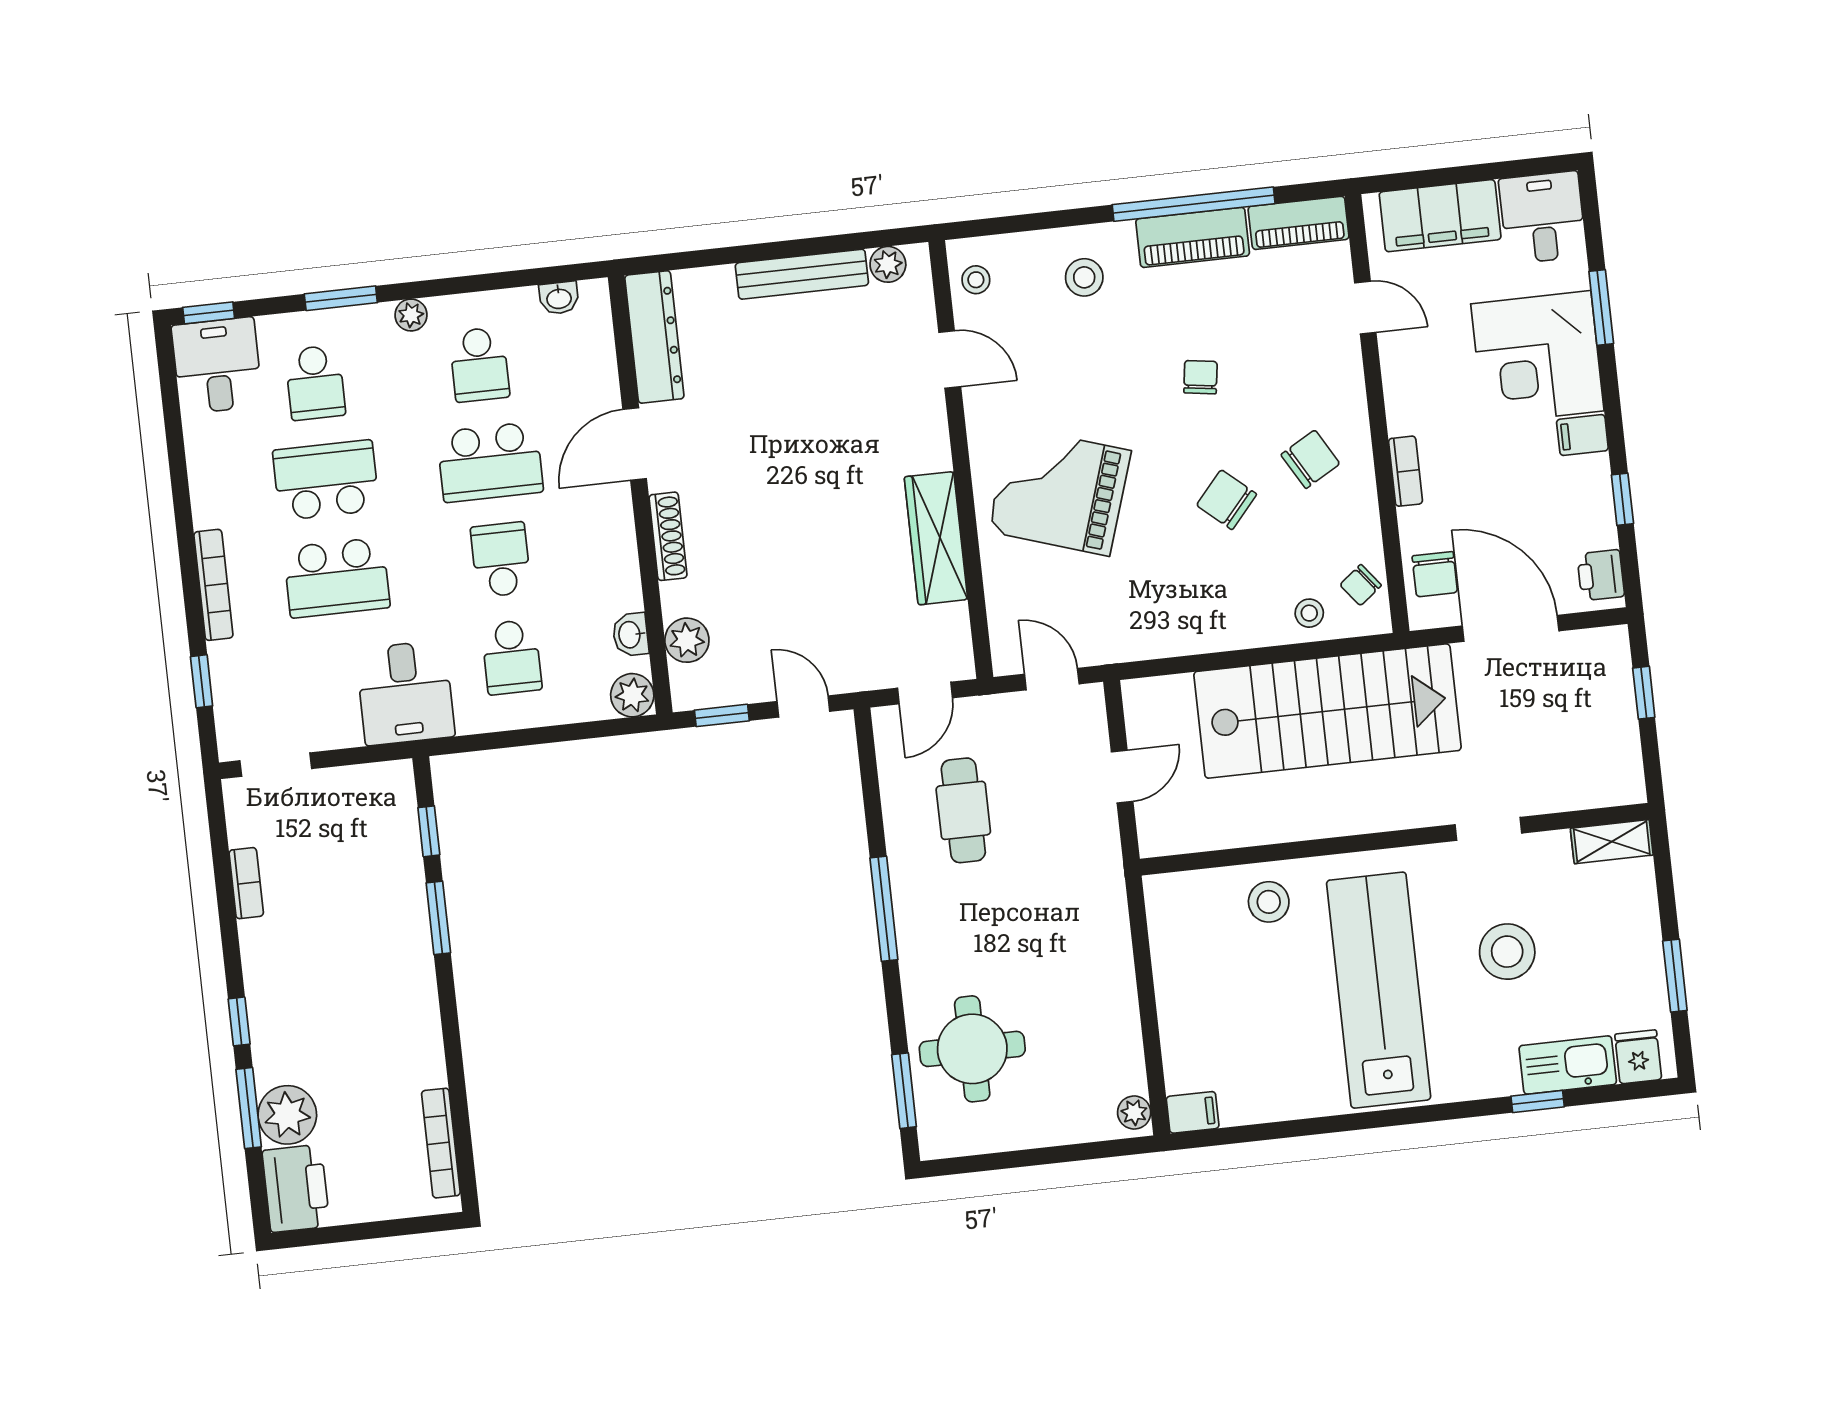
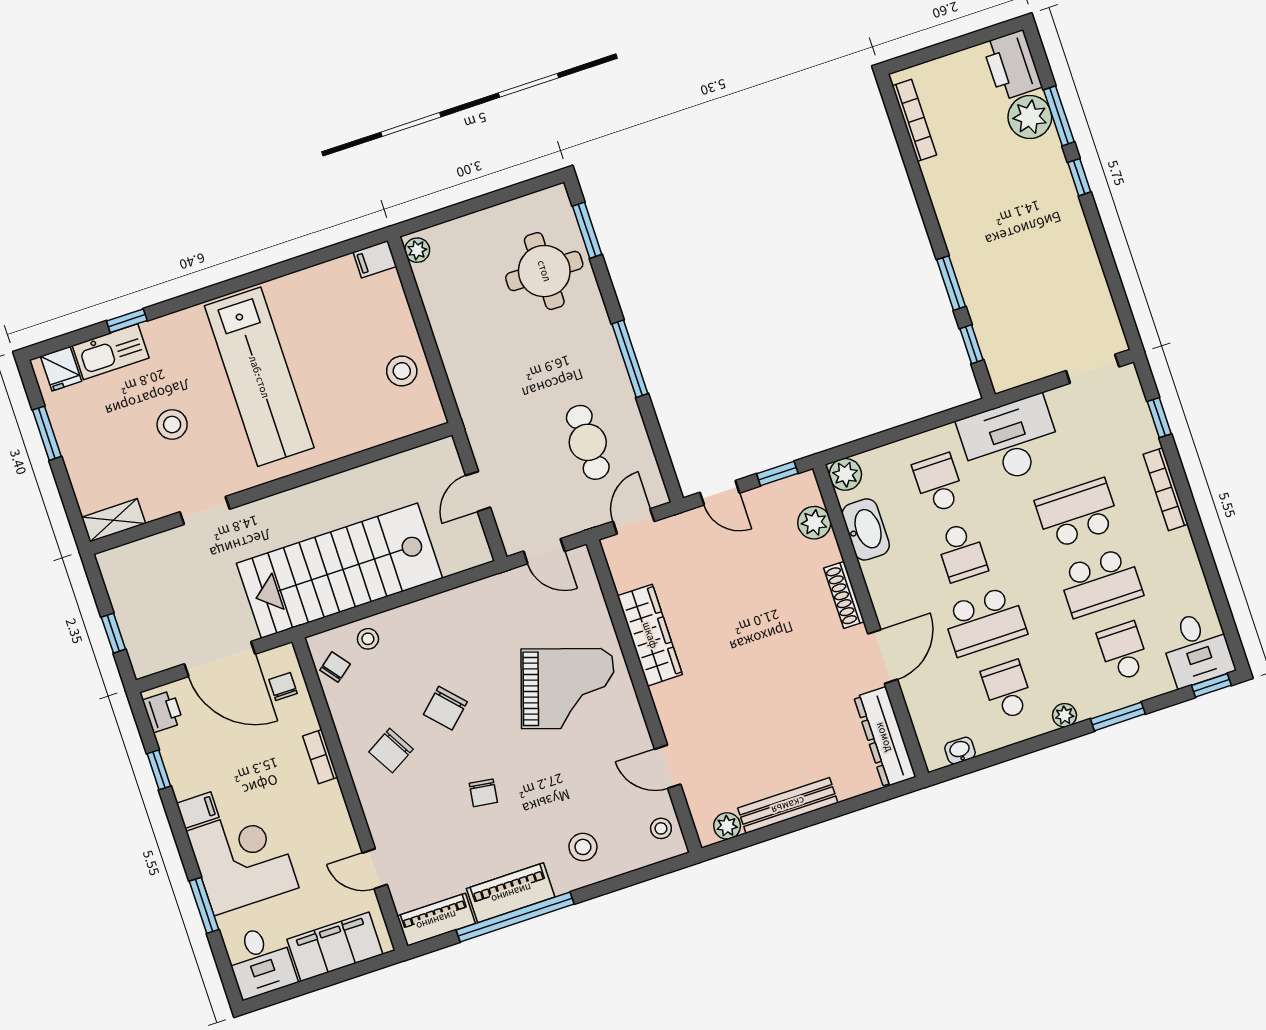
school desk: (490, 462) -> (984, 621), turned 180
chair: (1227, 500) -> (445, 708), turned 96
chair: (1435, 574) -> (283, 687), width x0.73, depth x0.73
washbasin: (630, 635) -> (866, 529), width x1.91, depth x1.45
desk: (405, 693) -> (1010, 441), width x1.37
bookcase: (246, 883) -> (1096, 278), removed
stool: (1269, 902) -> (402, 371), moved
stool: (1507, 952) -> (172, 425), width x0.73, depth x0.73

